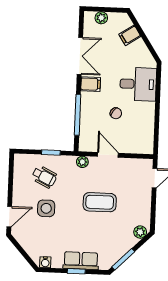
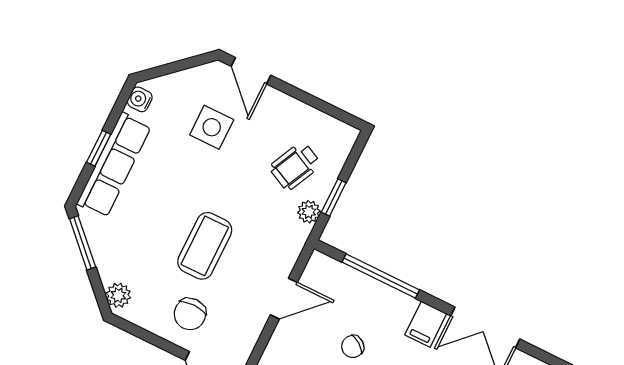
plant: (82, 162) -> (309, 212), moved
chair: (134, 195) -> (190, 314), added
side table: (46, 208) -> (212, 127), moved
row of seats: (81, 261) -> (114, 165), width x1.48

